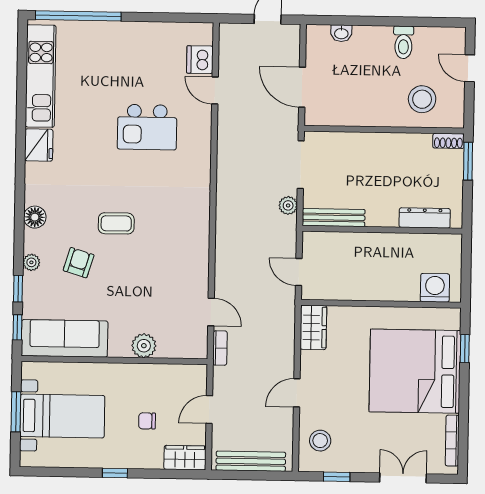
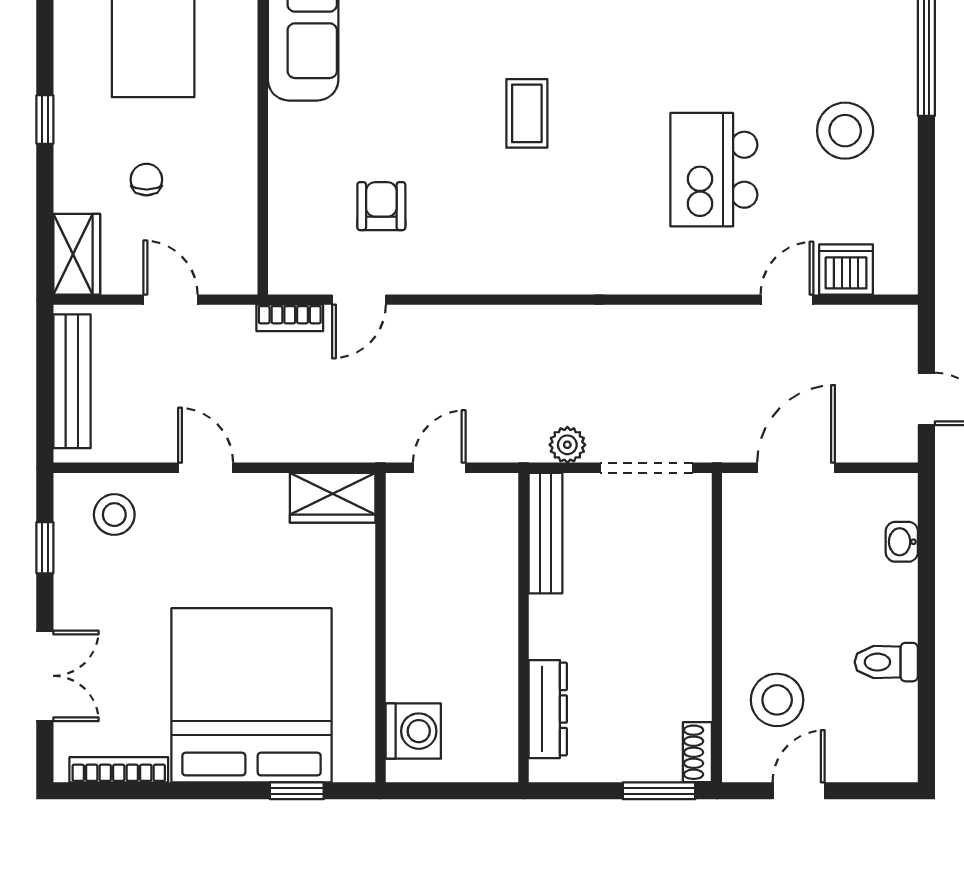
stool: (128, 59) -> (845, 131), added
door: (470, 68) -> (799, 791), moved
armchair: (79, 263) -> (381, 206), moved, turned -107
plant: (144, 346) -> (292, 171), removed

